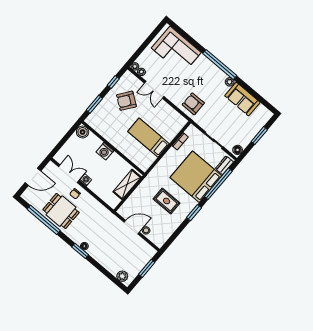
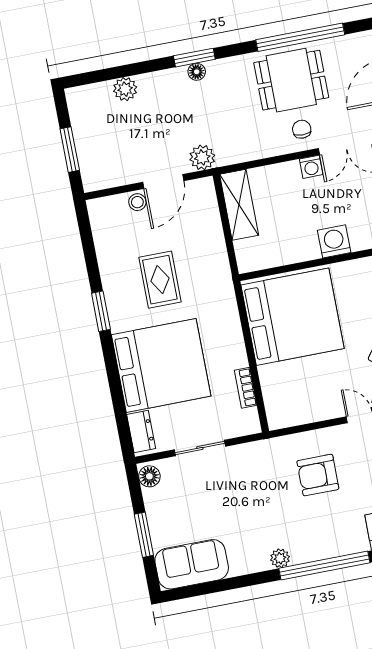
sofa: (242, 99) -> (192, 564), moved
armchair: (193, 104) -> (318, 475), moved, turned 180
bed: (149, 138) -> (292, 317), width x2.04
shelving: (127, 184) -> (239, 205), moved
window: (218, 184) -> (117, 395), removed
rug: (167, 201) -> (160, 280), turned 90
plant: (113, 220) -> (202, 157), added
plant: (122, 276) -> (125, 89), moved

